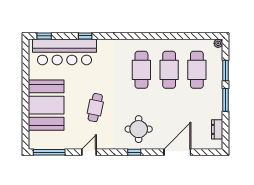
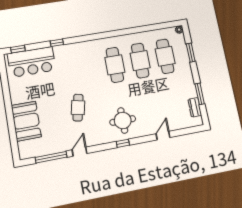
bar counter: (64, 52) -> (32, 62), width x0.73
window: (226, 100) -> (200, 94), moved
booth: (46, 105) -> (26, 121), width x0.73, depth x0.70
window: (49, 152) -> (51, 157), moved
door: (177, 152) -> (163, 136), width x0.53

